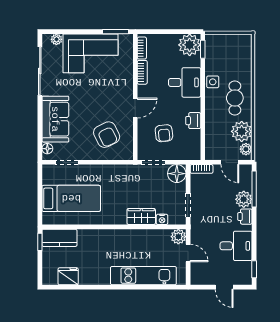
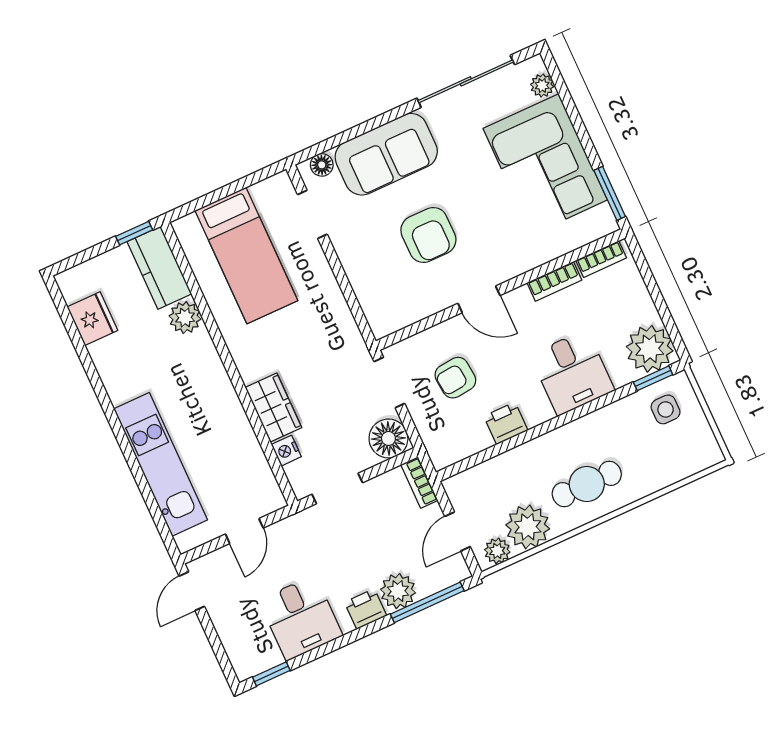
side table: (213, 82) -> (666, 409), moved
armchair: (107, 135) -> (428, 235), moved, turned -64
plant: (178, 237) -> (185, 317), moved
door: (224, 287) -> (192, 591), moved

